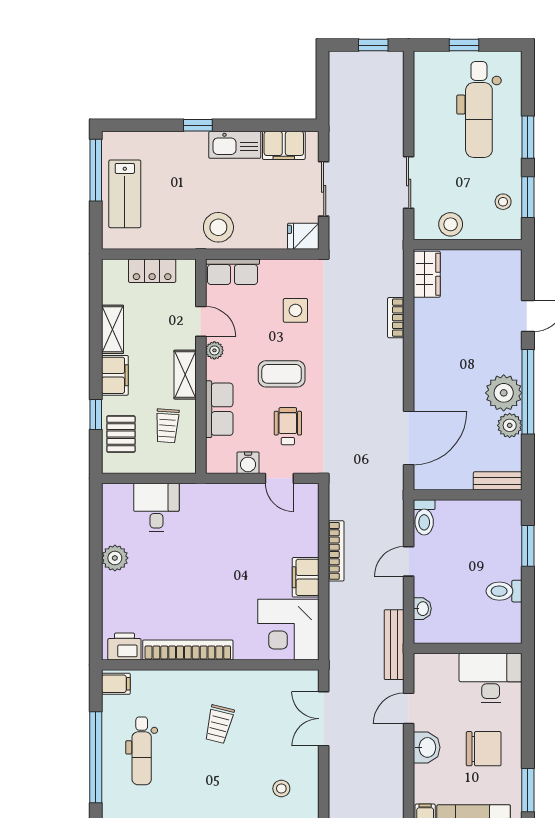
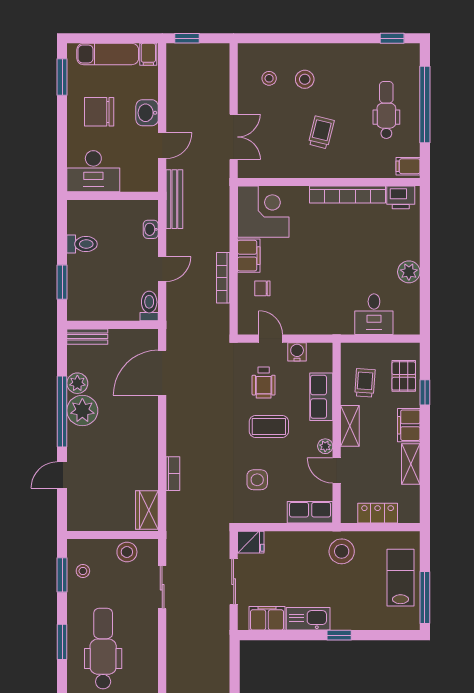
window: (528, 137) -> (62, 642), moved
stool: (218, 227) -> (342, 551), moved
chair: (289, 538) -> (262, 288), added
stool: (239, 787) -> (305, 79), added

